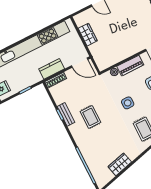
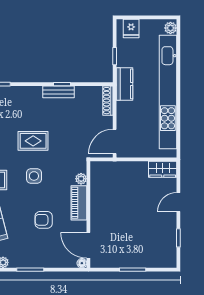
wardrobe: (88, 35) -> (163, 169), moved
kitchen counter: (52, 69) -> (124, 84), moved
rug: (90, 117) -> (33, 141), moved

